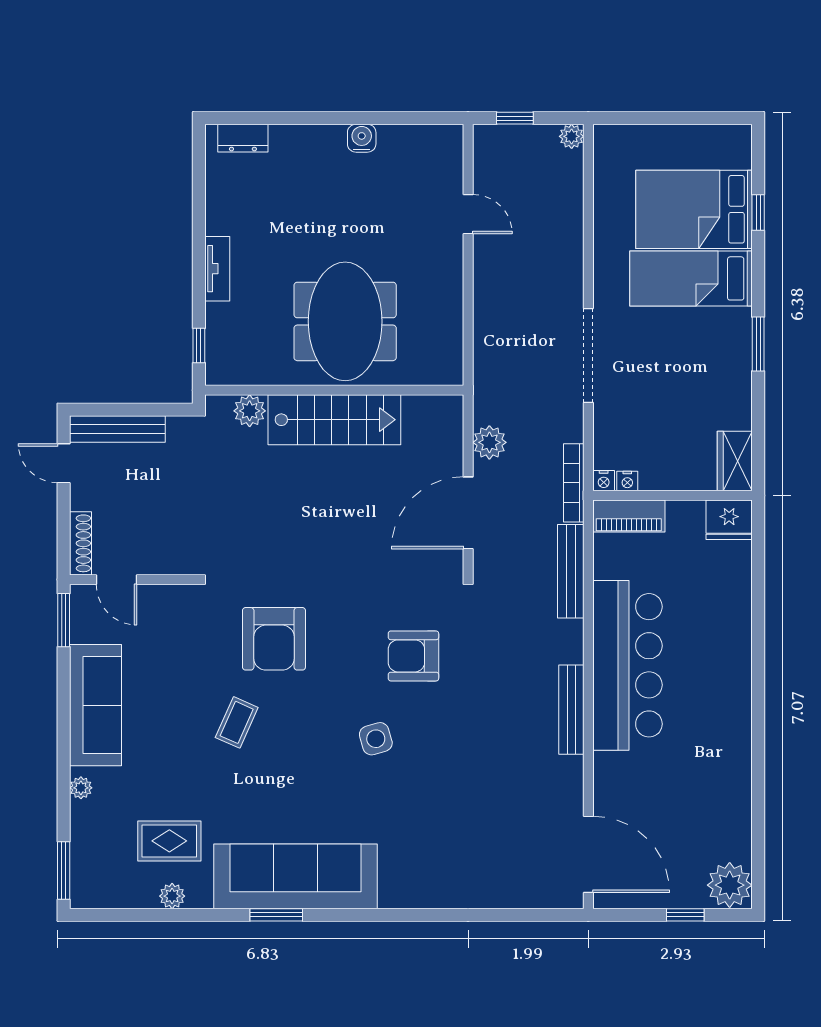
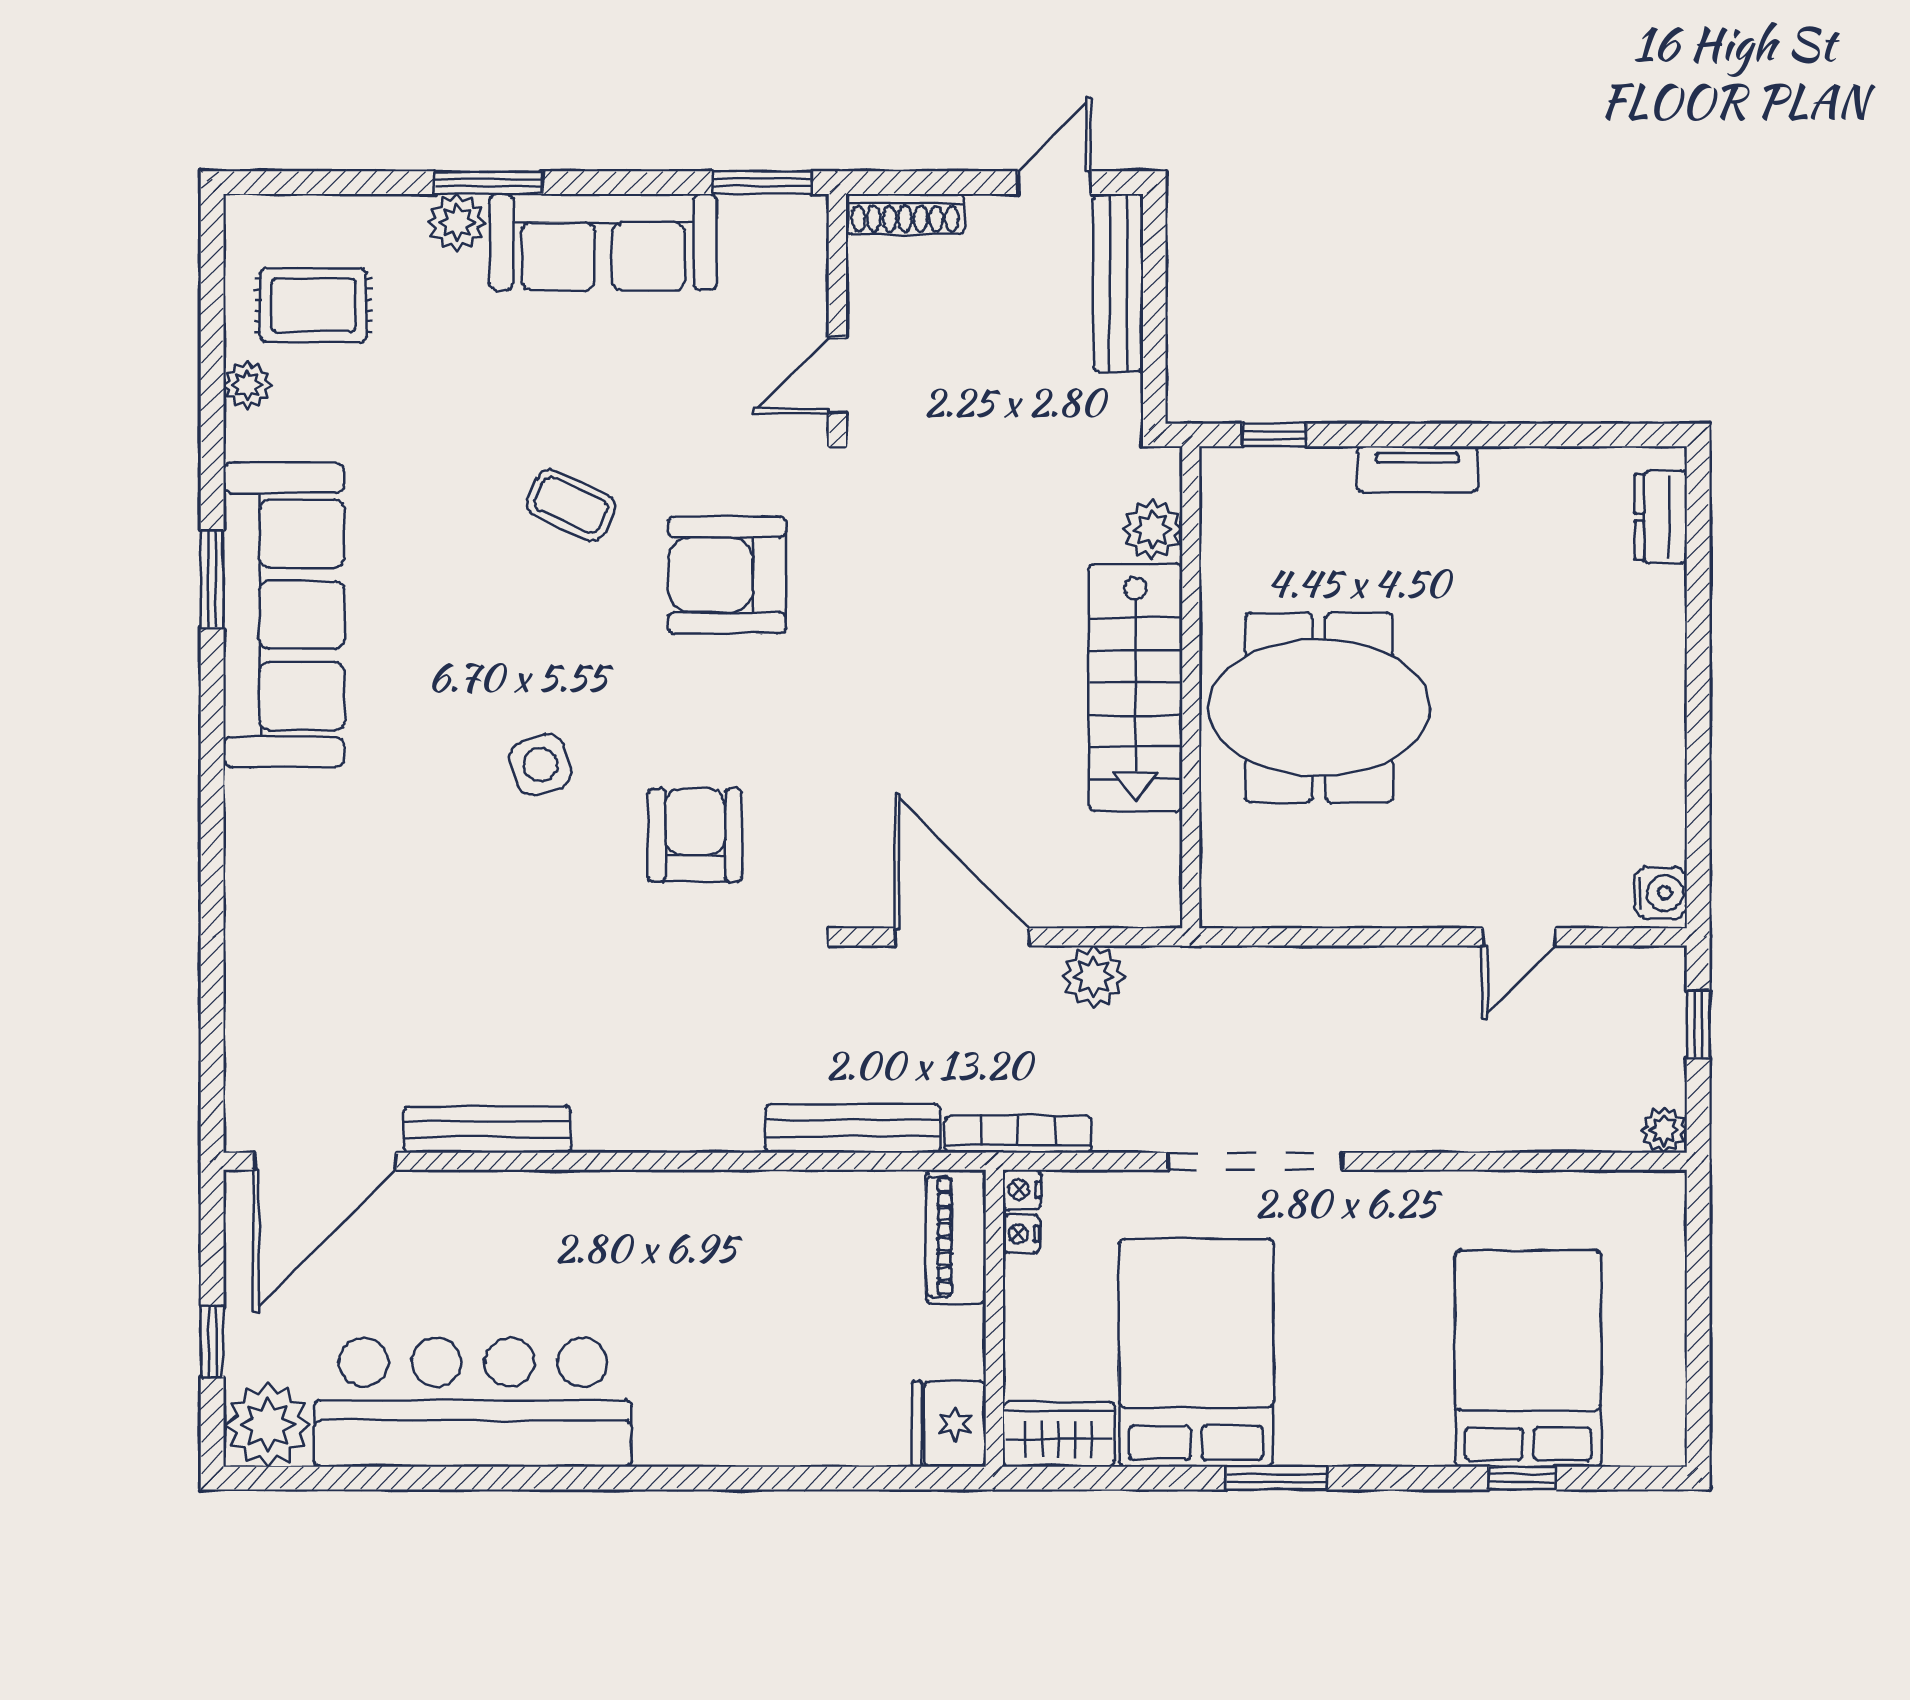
water cooler: (362, 138) -> (1661, 893), moved
bed: (691, 278) -> (1196, 1353), moved, width x1.50
door: (116, 580) -> (837, 376), moved
bar counter: (627, 665) -> (473, 1402), moved, turned 180
bench: (571, 710) -> (487, 1129), moved
plant: (81, 788) -> (457, 223), width x1.38, depth x1.38
rug: (169, 841) -> (313, 305), moved, turned 90
window: (64, 870) -> (488, 183), moved

